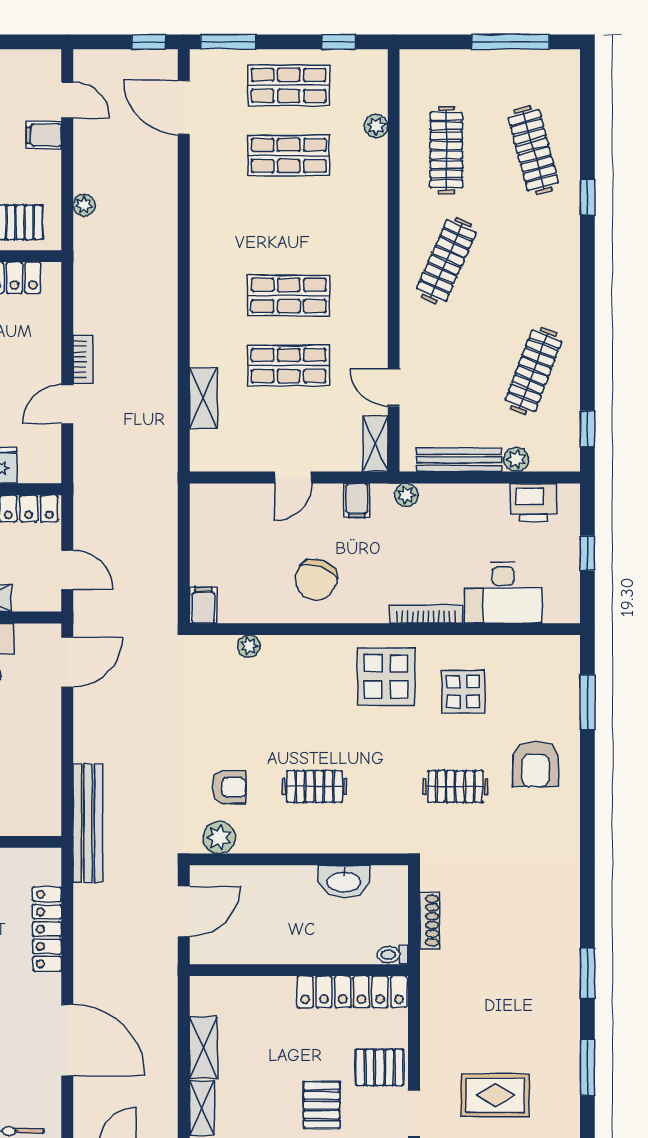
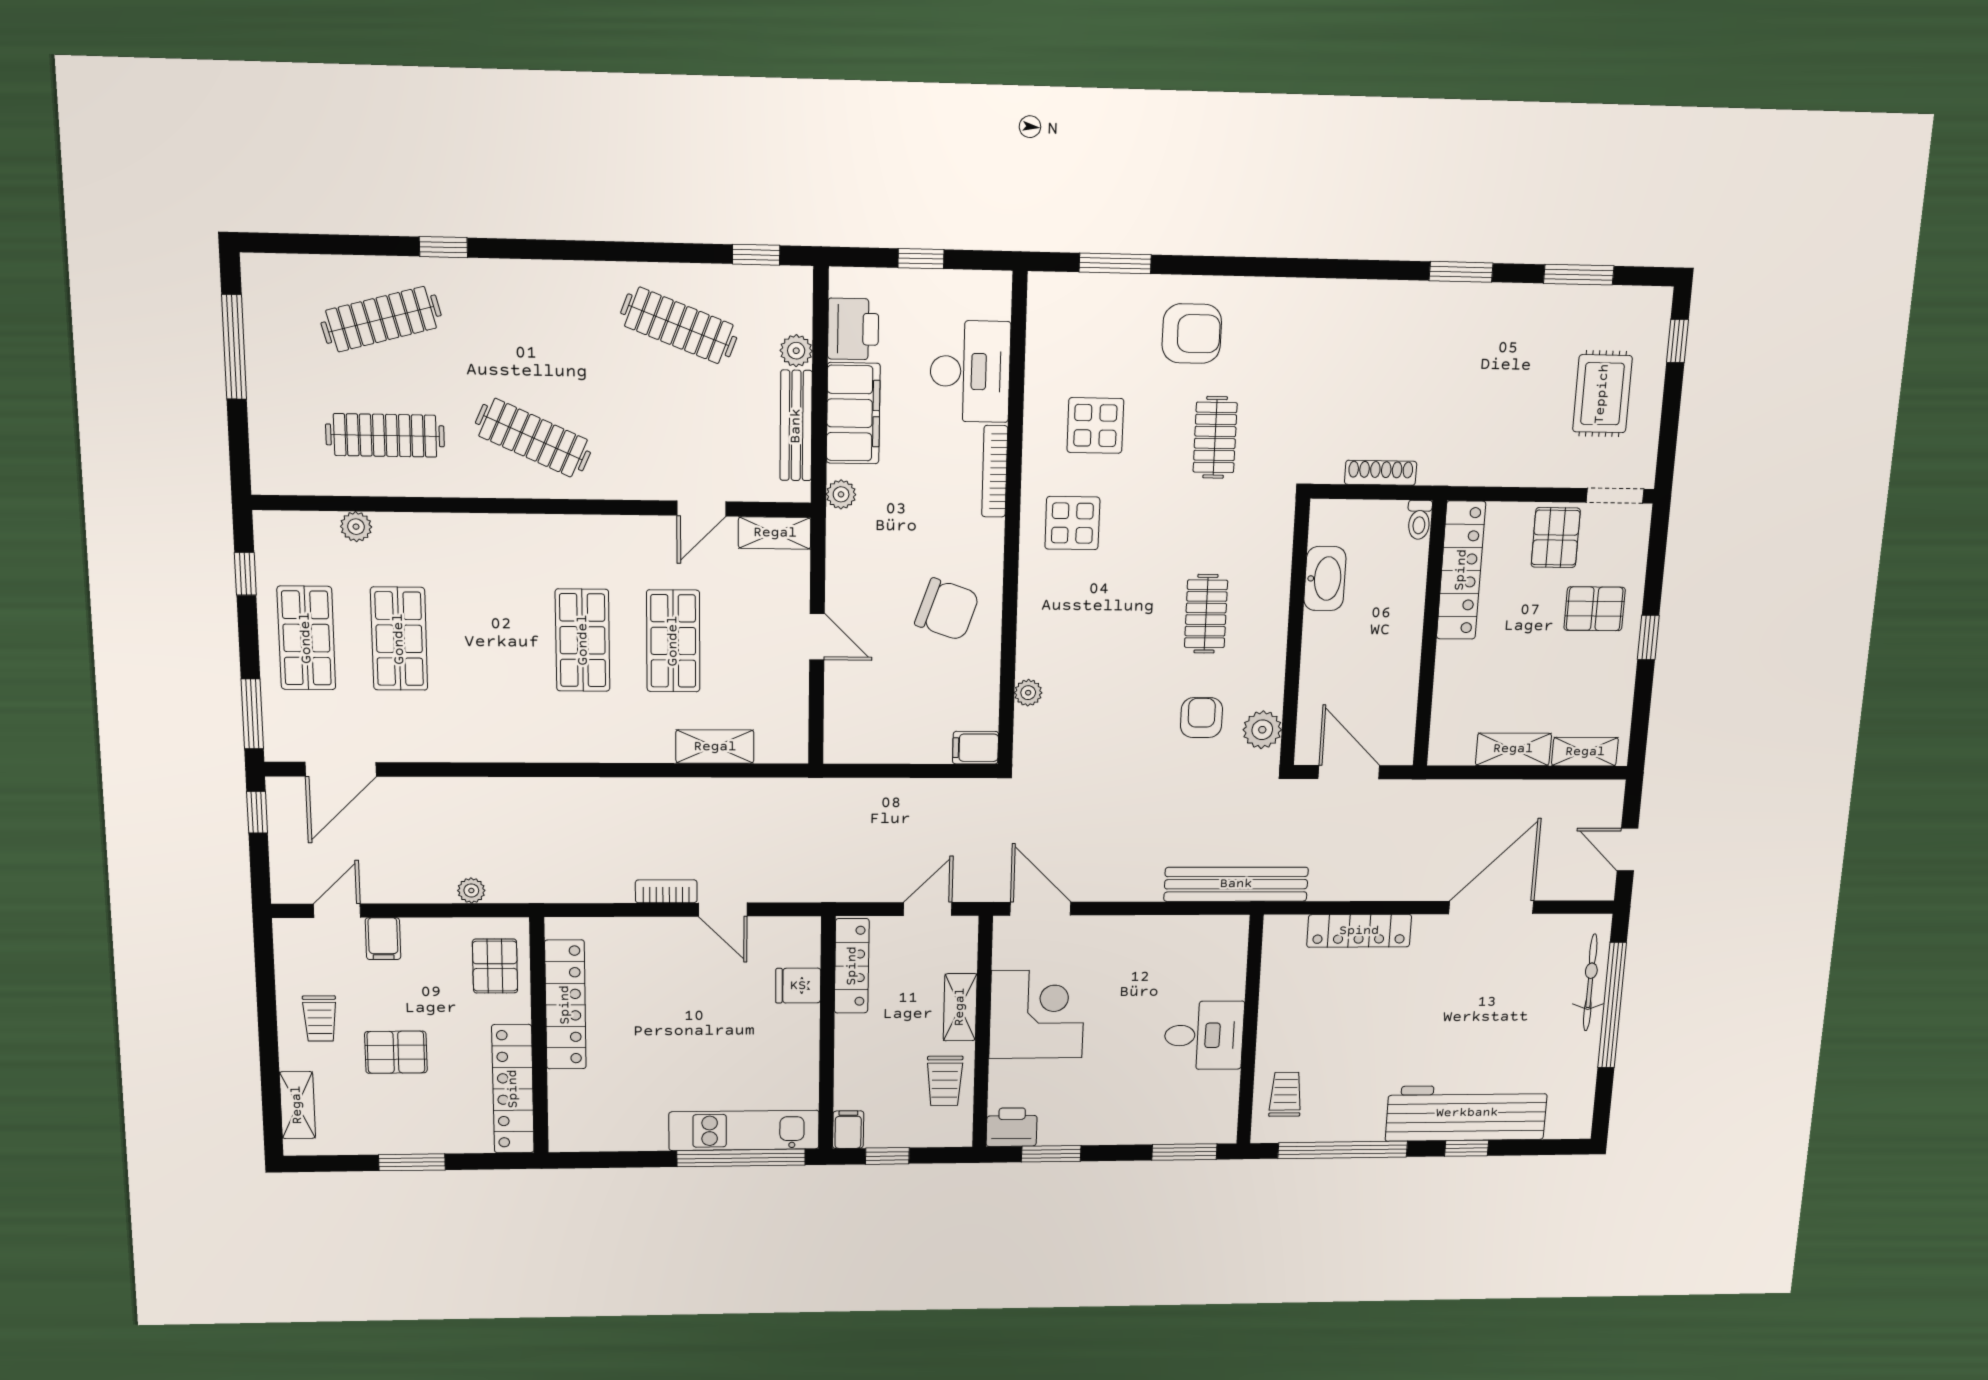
filing cabinet: (357, 501) -> (853, 413), moved, width x3.00, depth x1.17
display table: (386, 676) -> (1072, 523), width x0.73, depth x0.73

